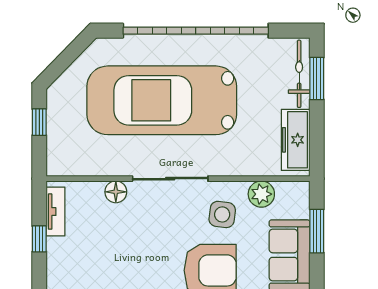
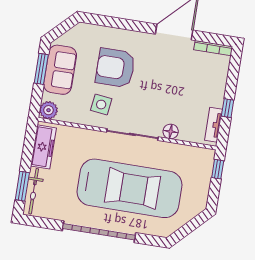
garage door: (196, 31) -> (99, 232), width x0.73
window: (39, 122) -> (218, 169), moved
plant: (261, 194) -> (49, 110), moved
window: (317, 231) -> (41, 69), moved

